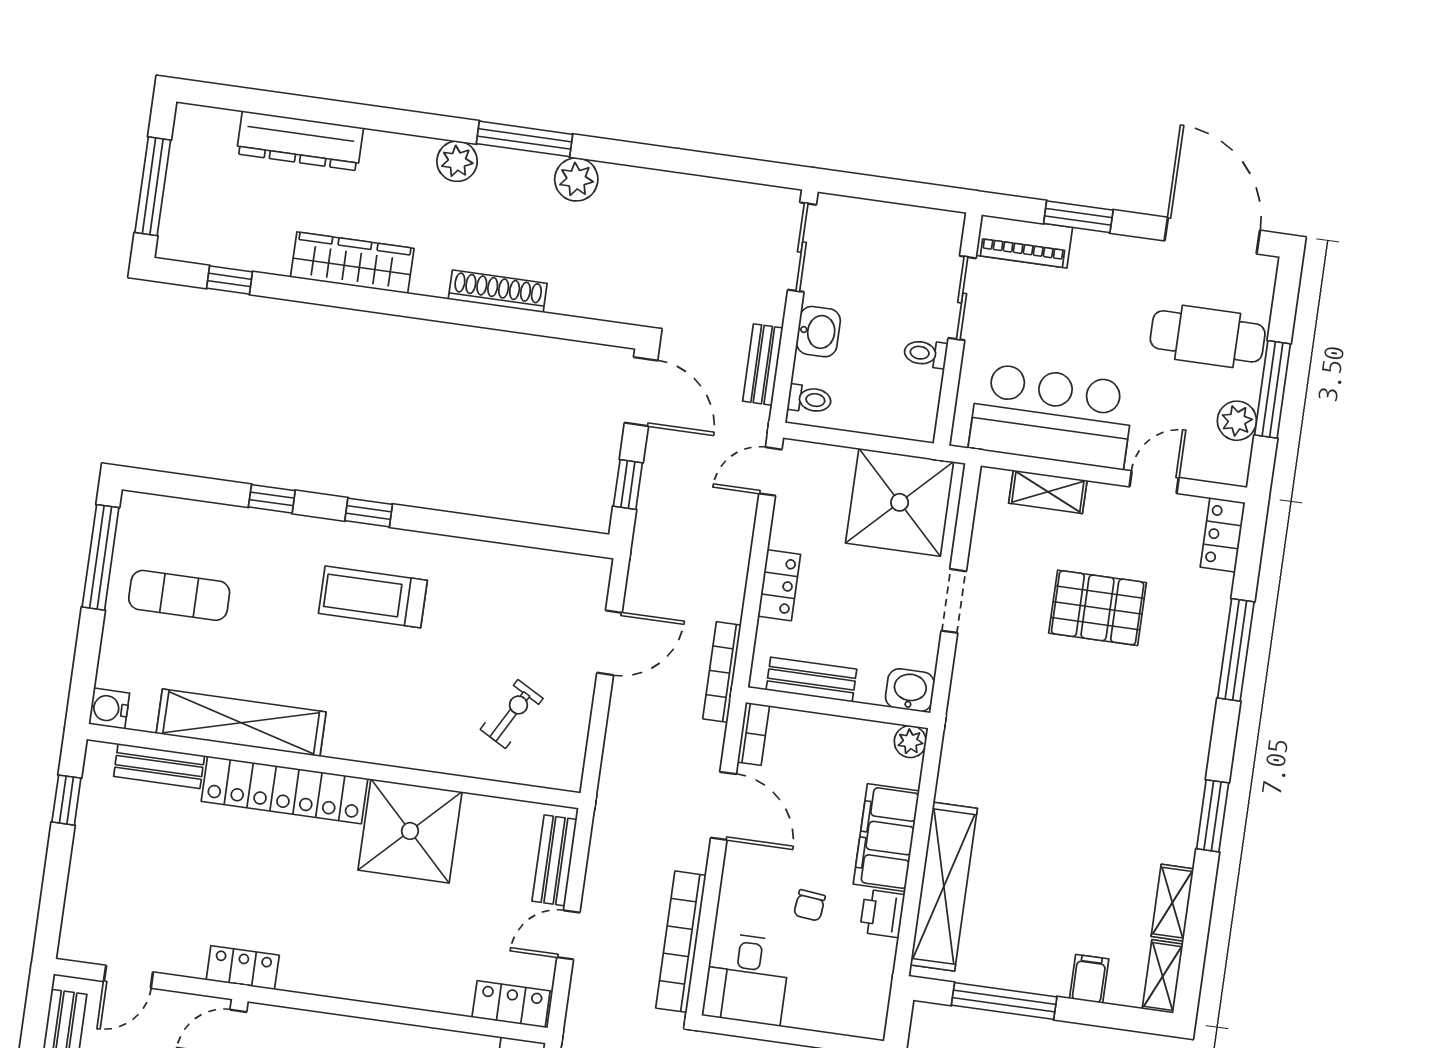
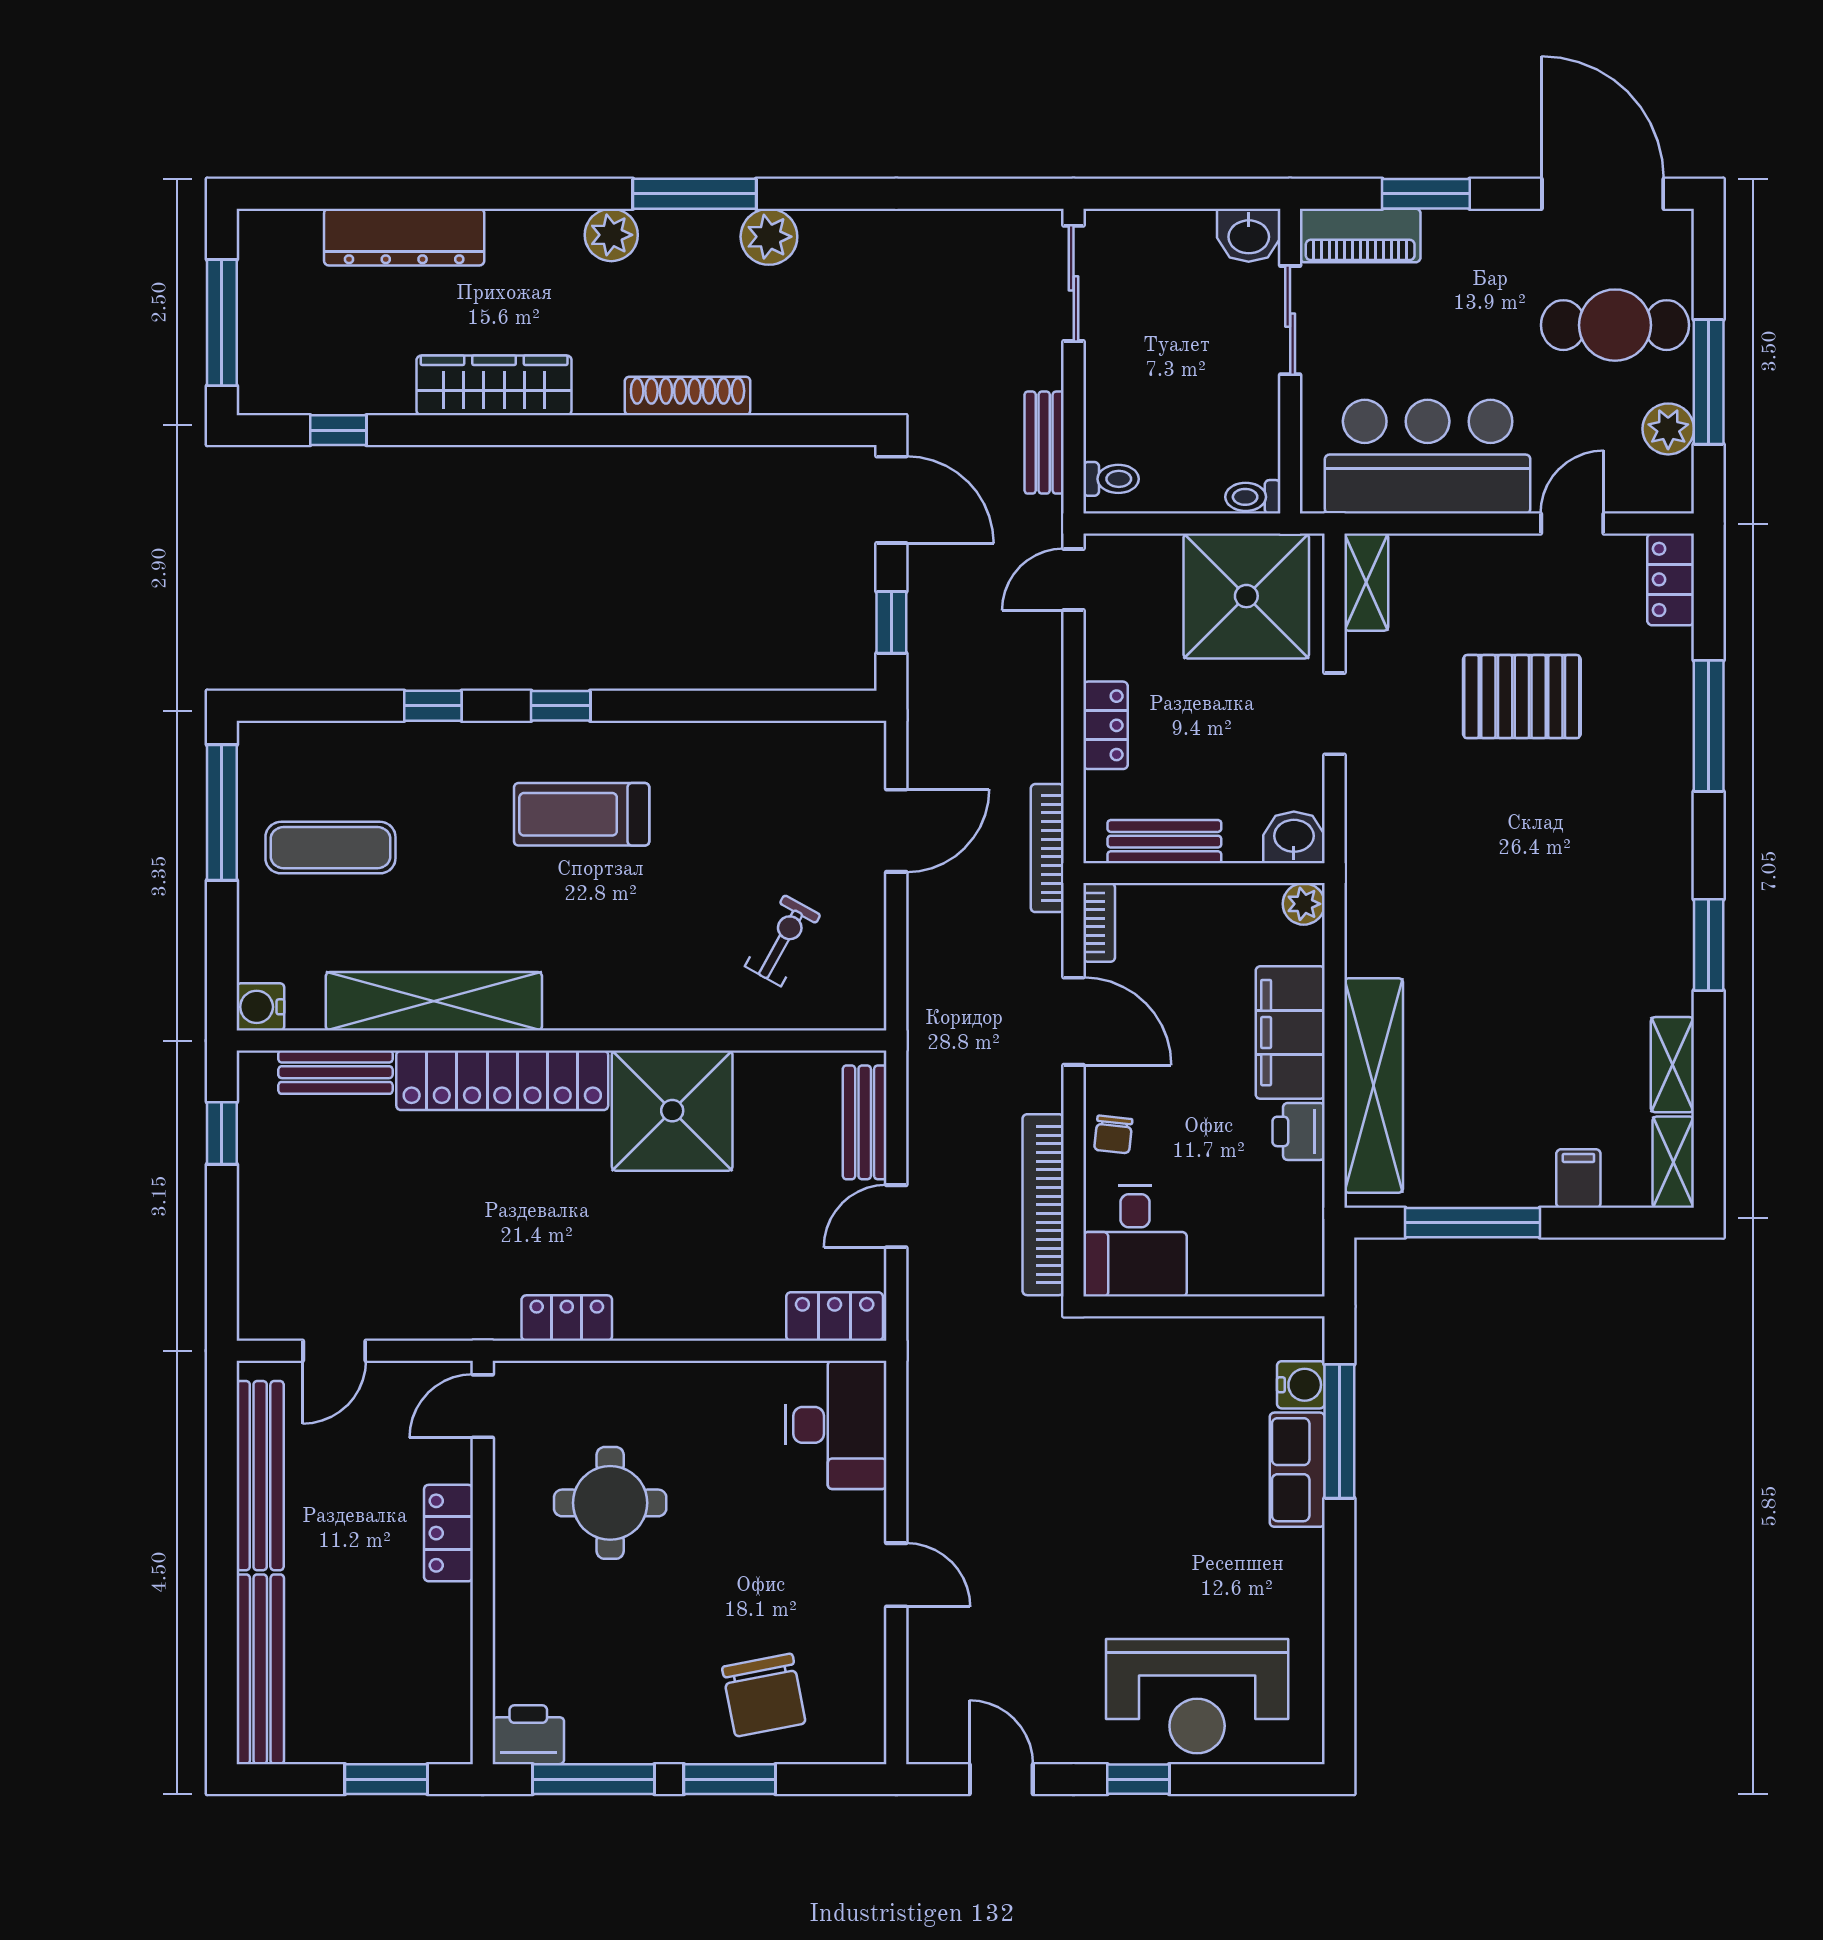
washbasin: (818, 332) -> (1249, 235), moved, turned 90
toilet: (925, 353) -> (1253, 497), moved
shelving: (1048, 492) -> (1366, 582), moved, turned 90
chair: (809, 905) -> (1113, 1134), moved
locker: (243, 968) -> (567, 1318), moved

